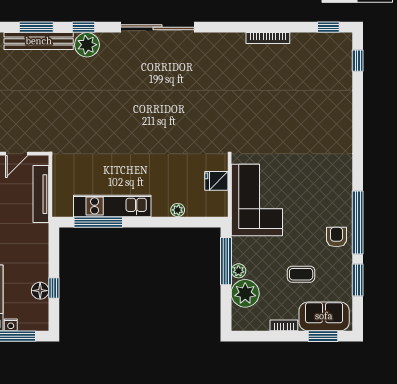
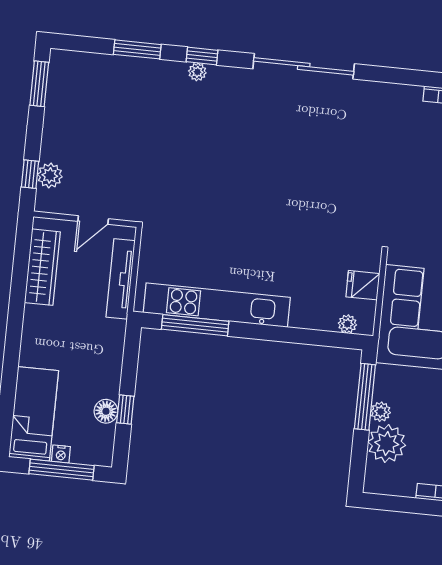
bench: (39, 41) -> (139, 69), removed
plant: (87, 45) -> (197, 72), width x0.53, depth x0.53
kitchen unit: (112, 206) -> (217, 305), width x1.36
plant: (178, 210) -> (347, 324), moved

